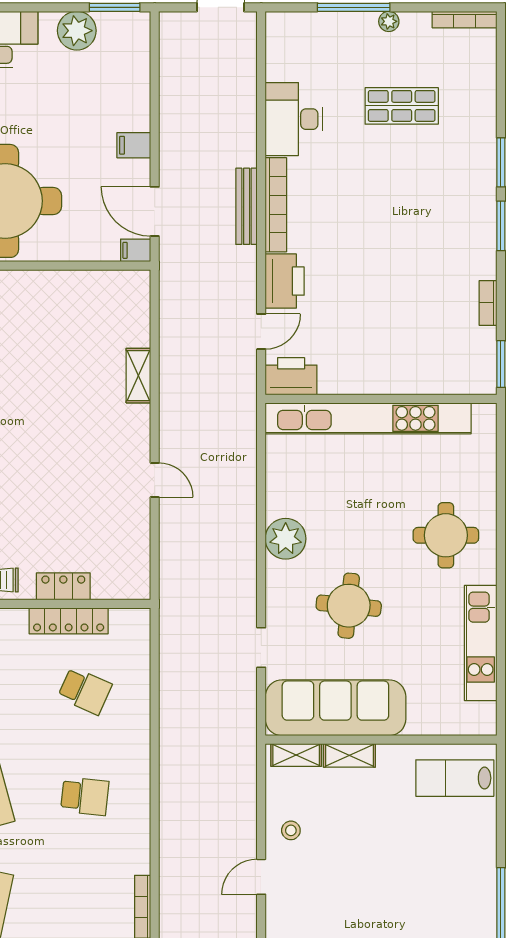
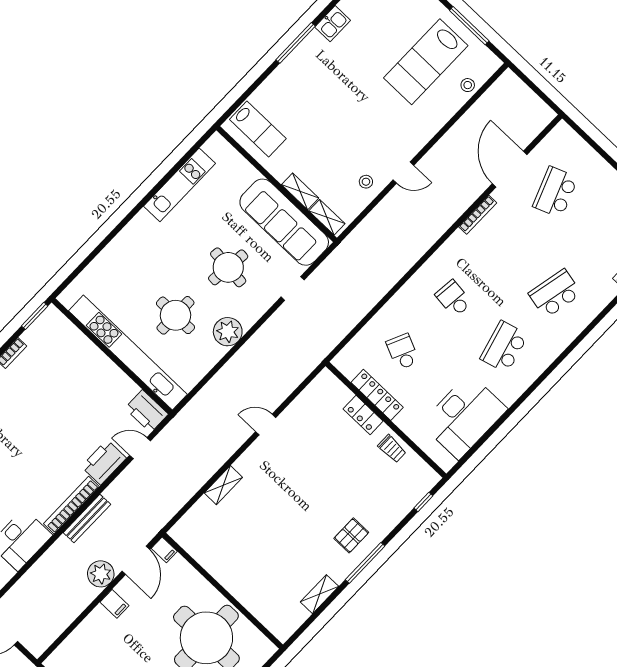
plant: (178, 163) -> (101, 574), added
door: (155, 480) -> (266, 425), hinge flipped
round table: (446, 535) -> (175, 315), moved

